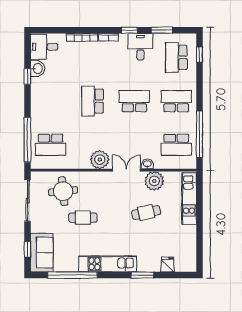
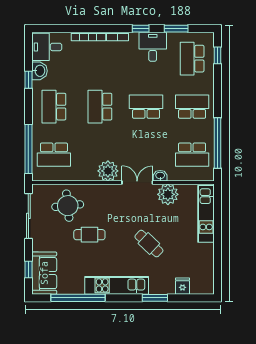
school desk: (51, 101) -> (54, 107), added
cafe table: (146, 213) -> (149, 244), moved, turned 54

